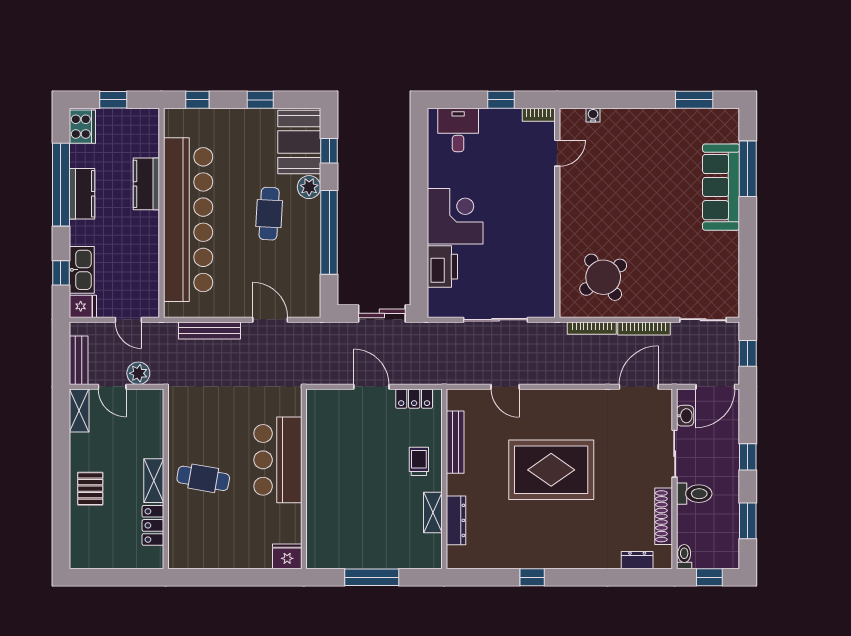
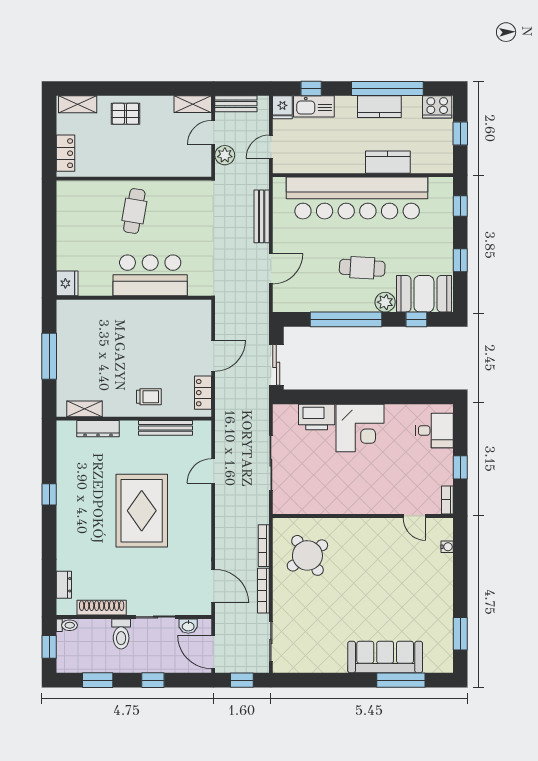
shelving: (154, 481) -> (78, 104), moved
shelving: (433, 512) -> (85, 409), moved
locker: (153, 525) -> (65, 153), moved, turned 90

